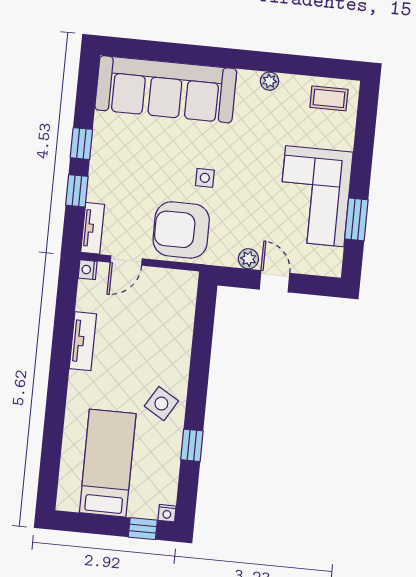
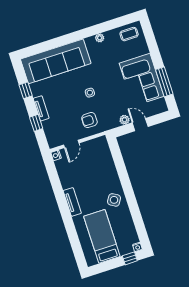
window: (81, 144) -> (26, 90), moved
window: (356, 219) -> (164, 82), width x1.44
tv unit: (93, 228) -> (41, 108), moved
armchair: (181, 230) -> (89, 120), width x0.53, depth x0.53
tv unit: (83, 341) -> (72, 202), moved
window: (192, 445) -> (135, 212), removed

